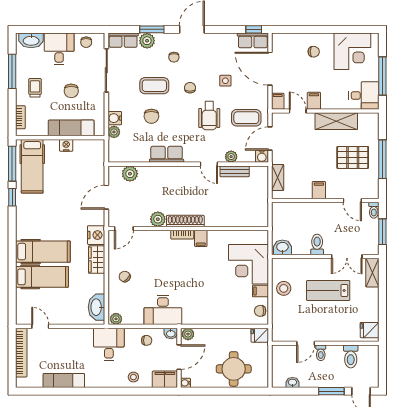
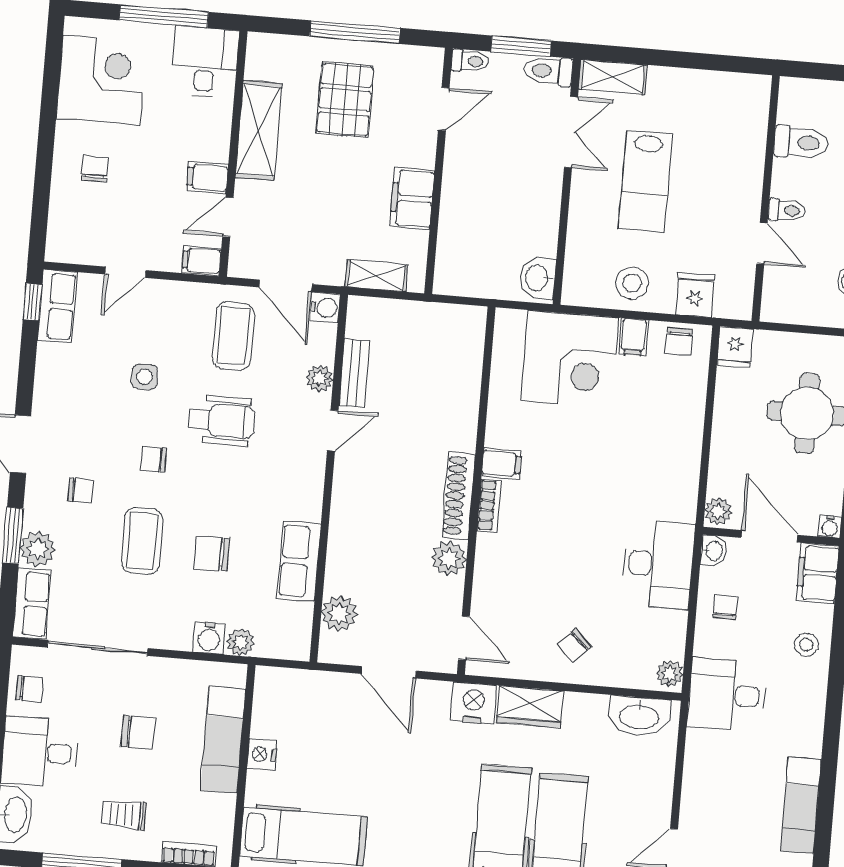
door: (270, 69) -> (125, 272), width x0.53
chair: (151, 116) -> (212, 553), turned 180
row of seats: (167, 154) -> (299, 561), moved
filing cabinet: (319, 190) -> (412, 198), width x2.00
toilet: (317, 244) -> (548, 71), moved
fridge: (370, 330) -> (695, 295), moved, turned 180

